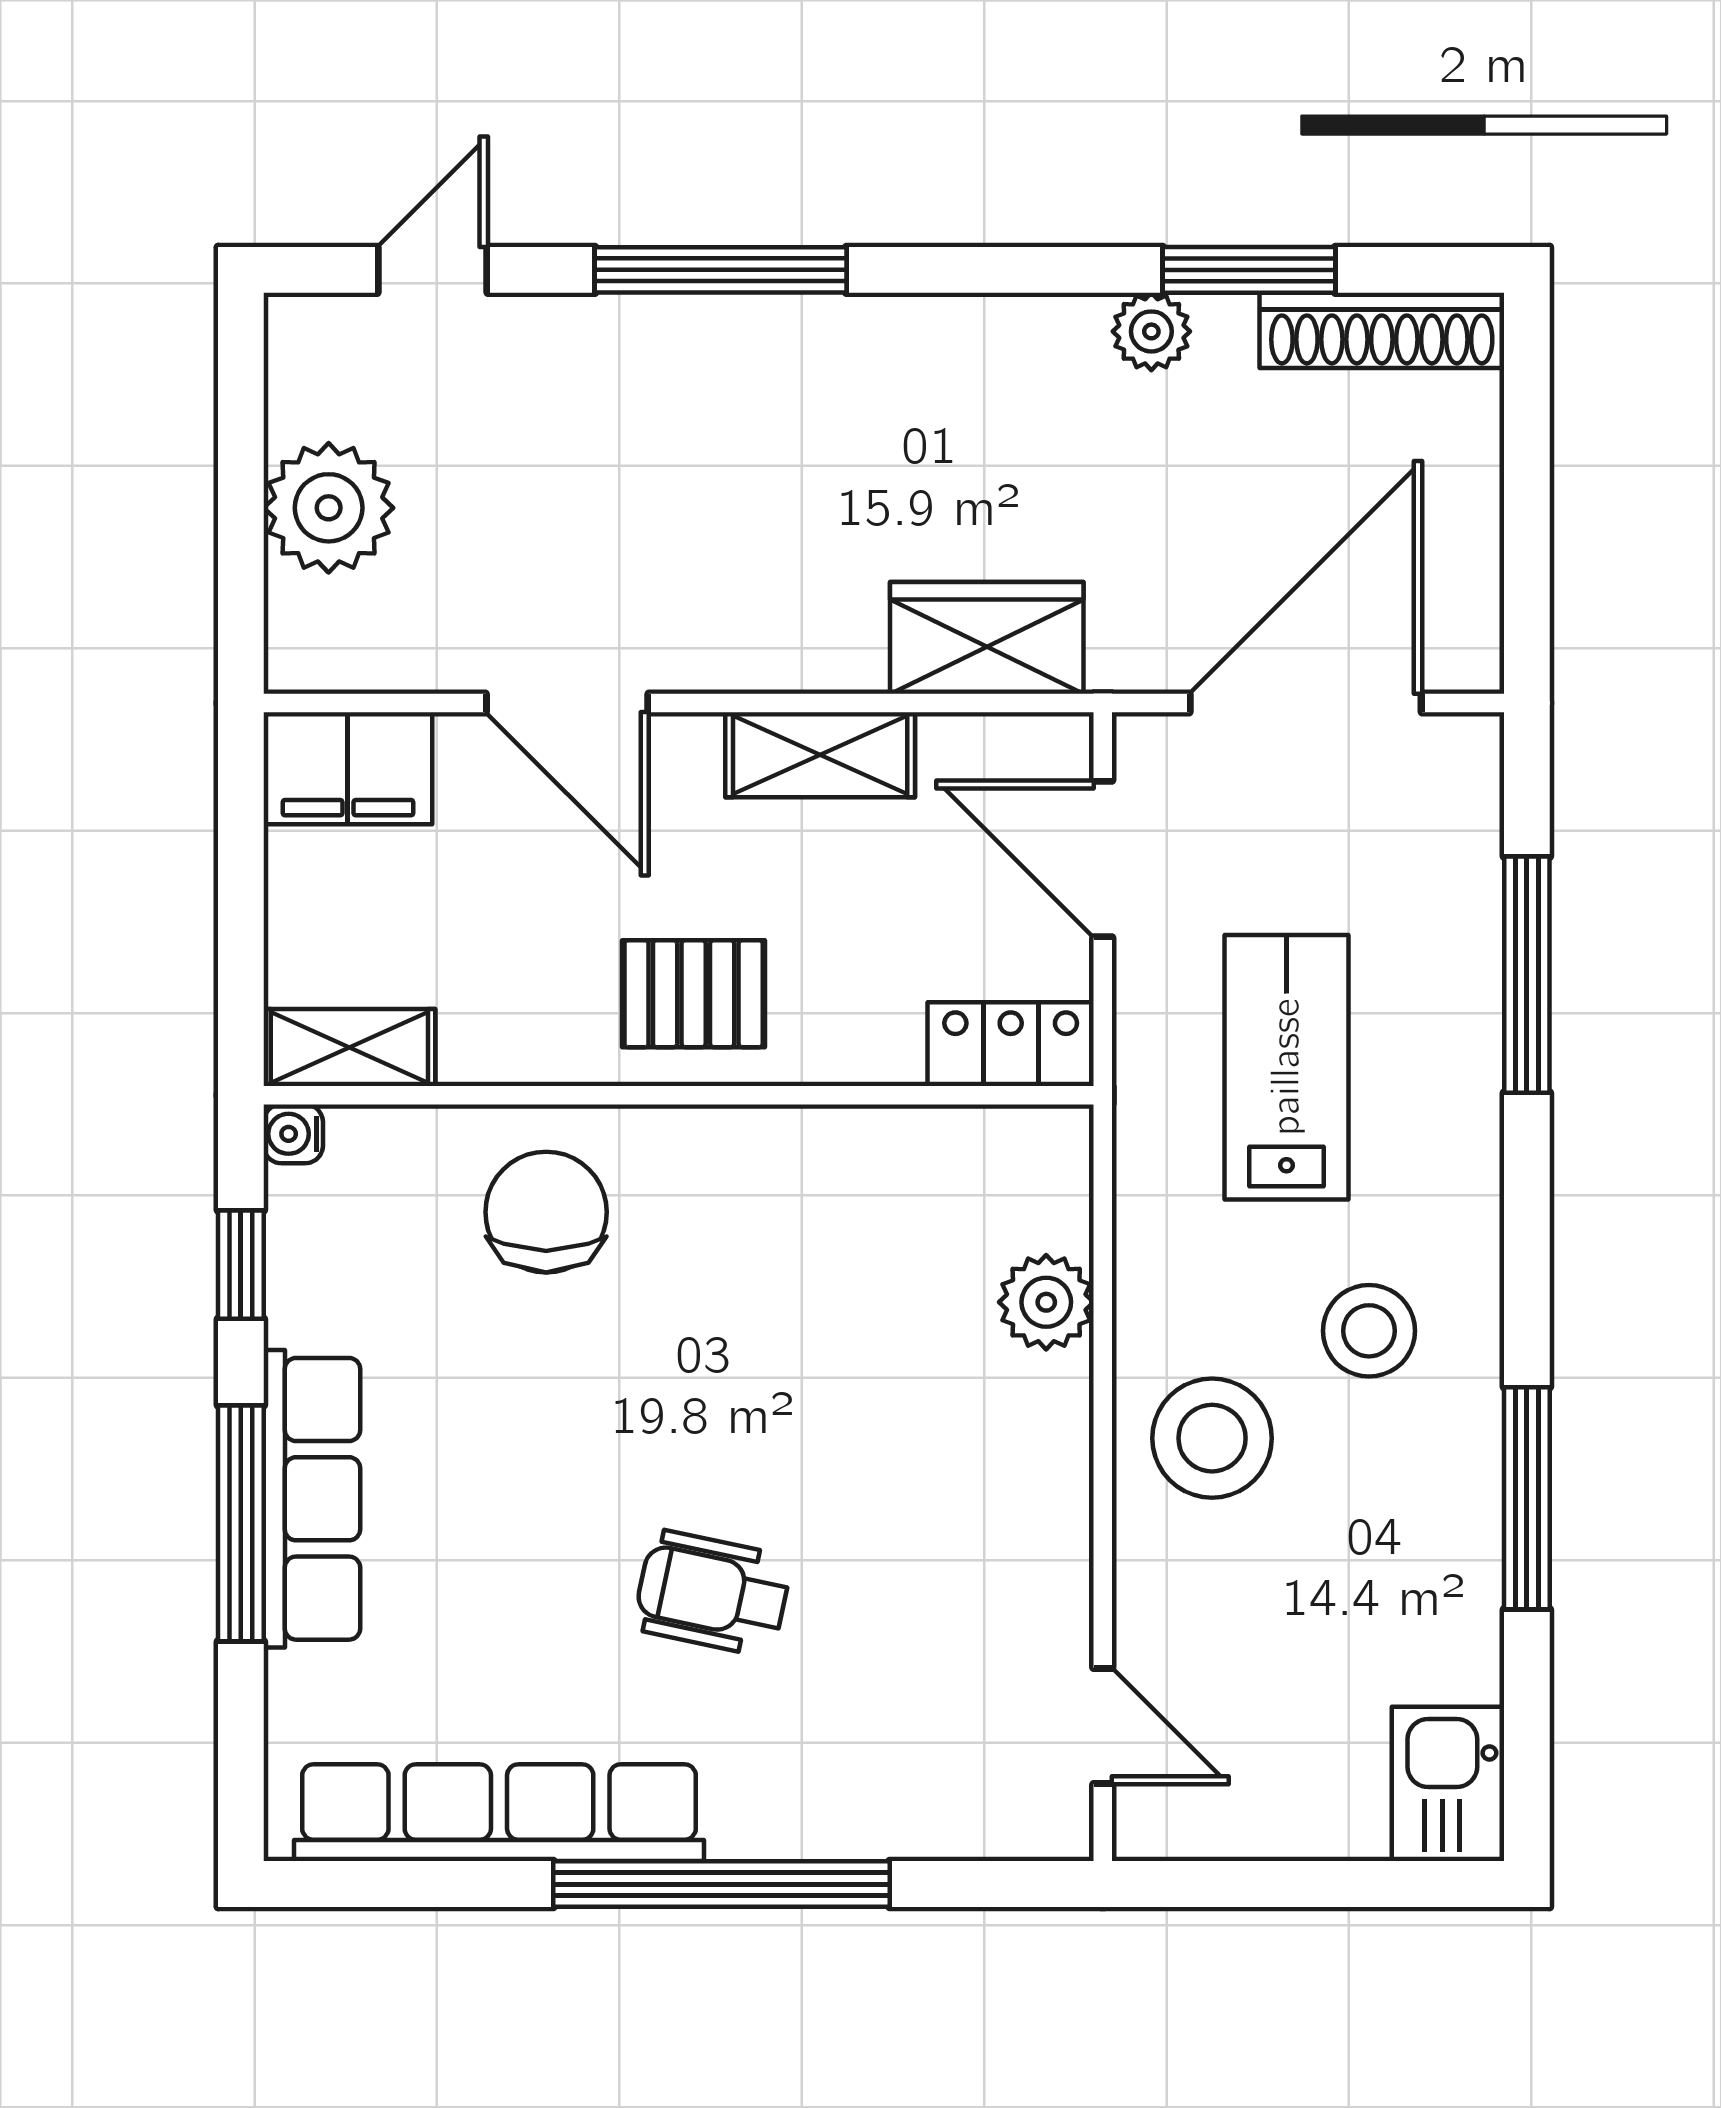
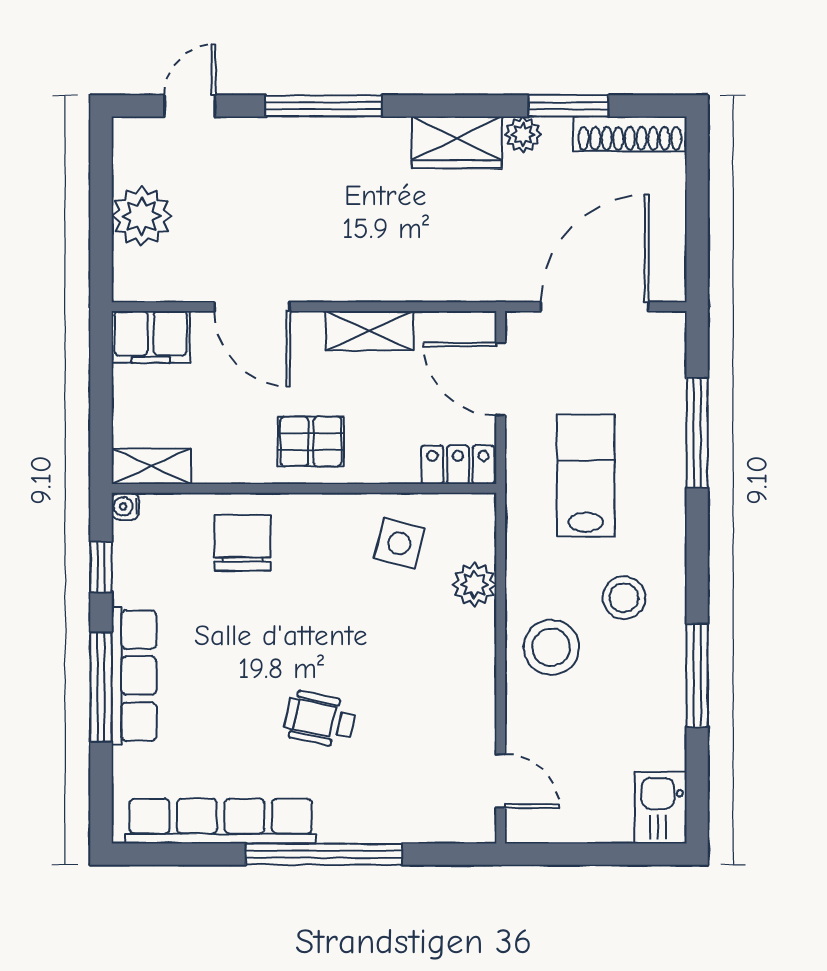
wardrobe: (987, 638) -> (457, 142), moved, turned 180
side table: (884, 1214) -> (399, 543), added

